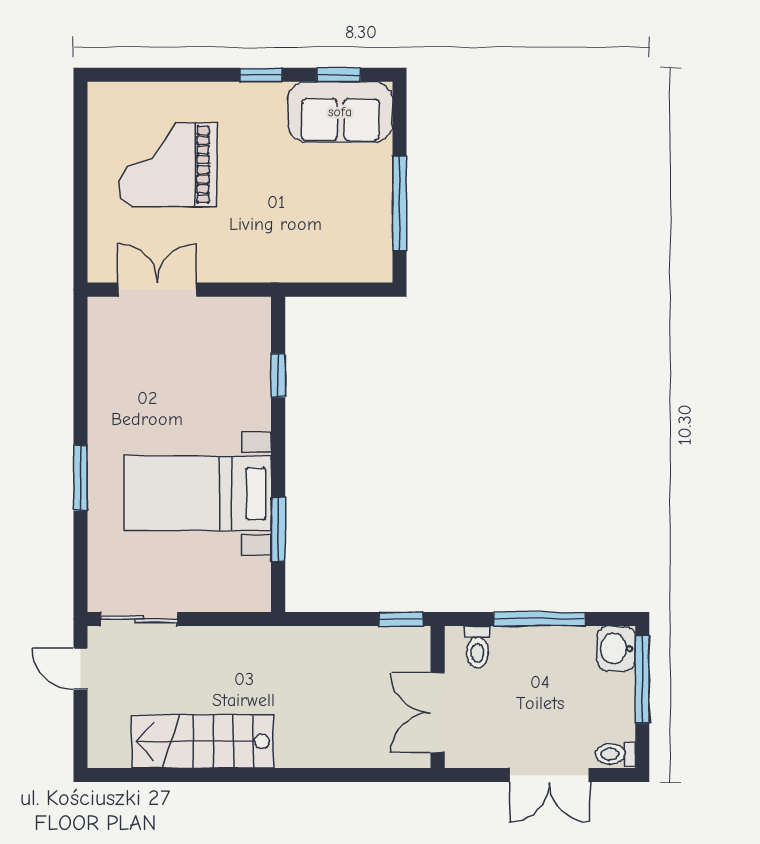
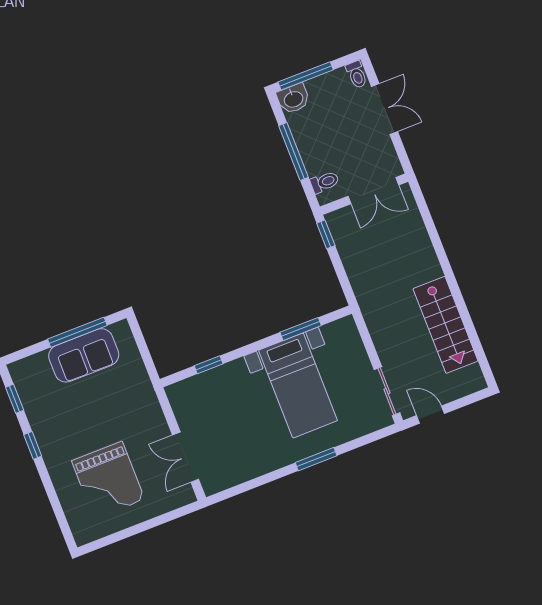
sofa: (340, 112) -> (84, 355), moved, turned 90
door: (81, 669) -> (431, 415), swing flipped

